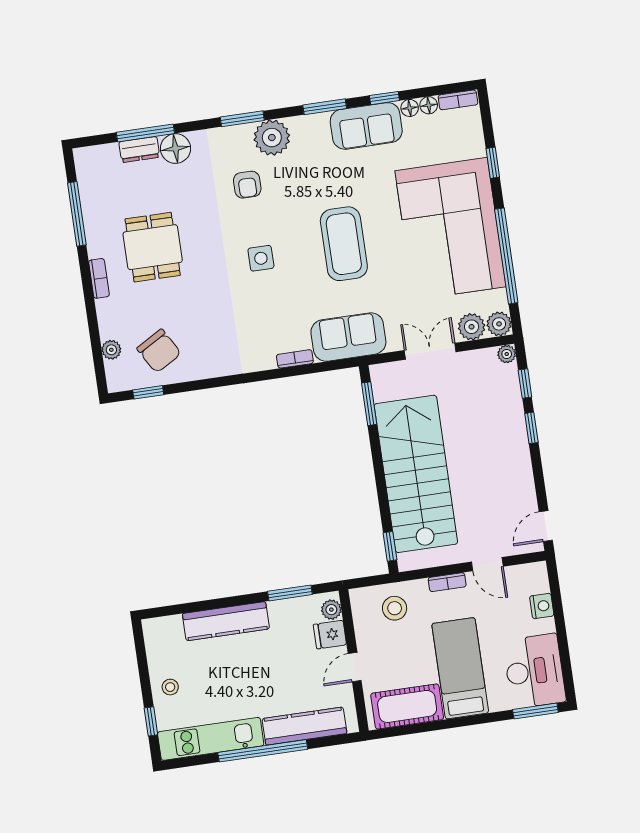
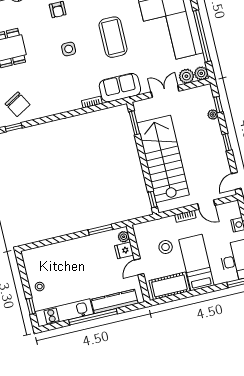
plant: (507, 354) -> (213, 115), moved
window: (531, 428) -> (227, 142), moved
stool: (395, 608) -> (166, 247), moved
kitchen counter: (226, 621) -> (67, 248), removed

